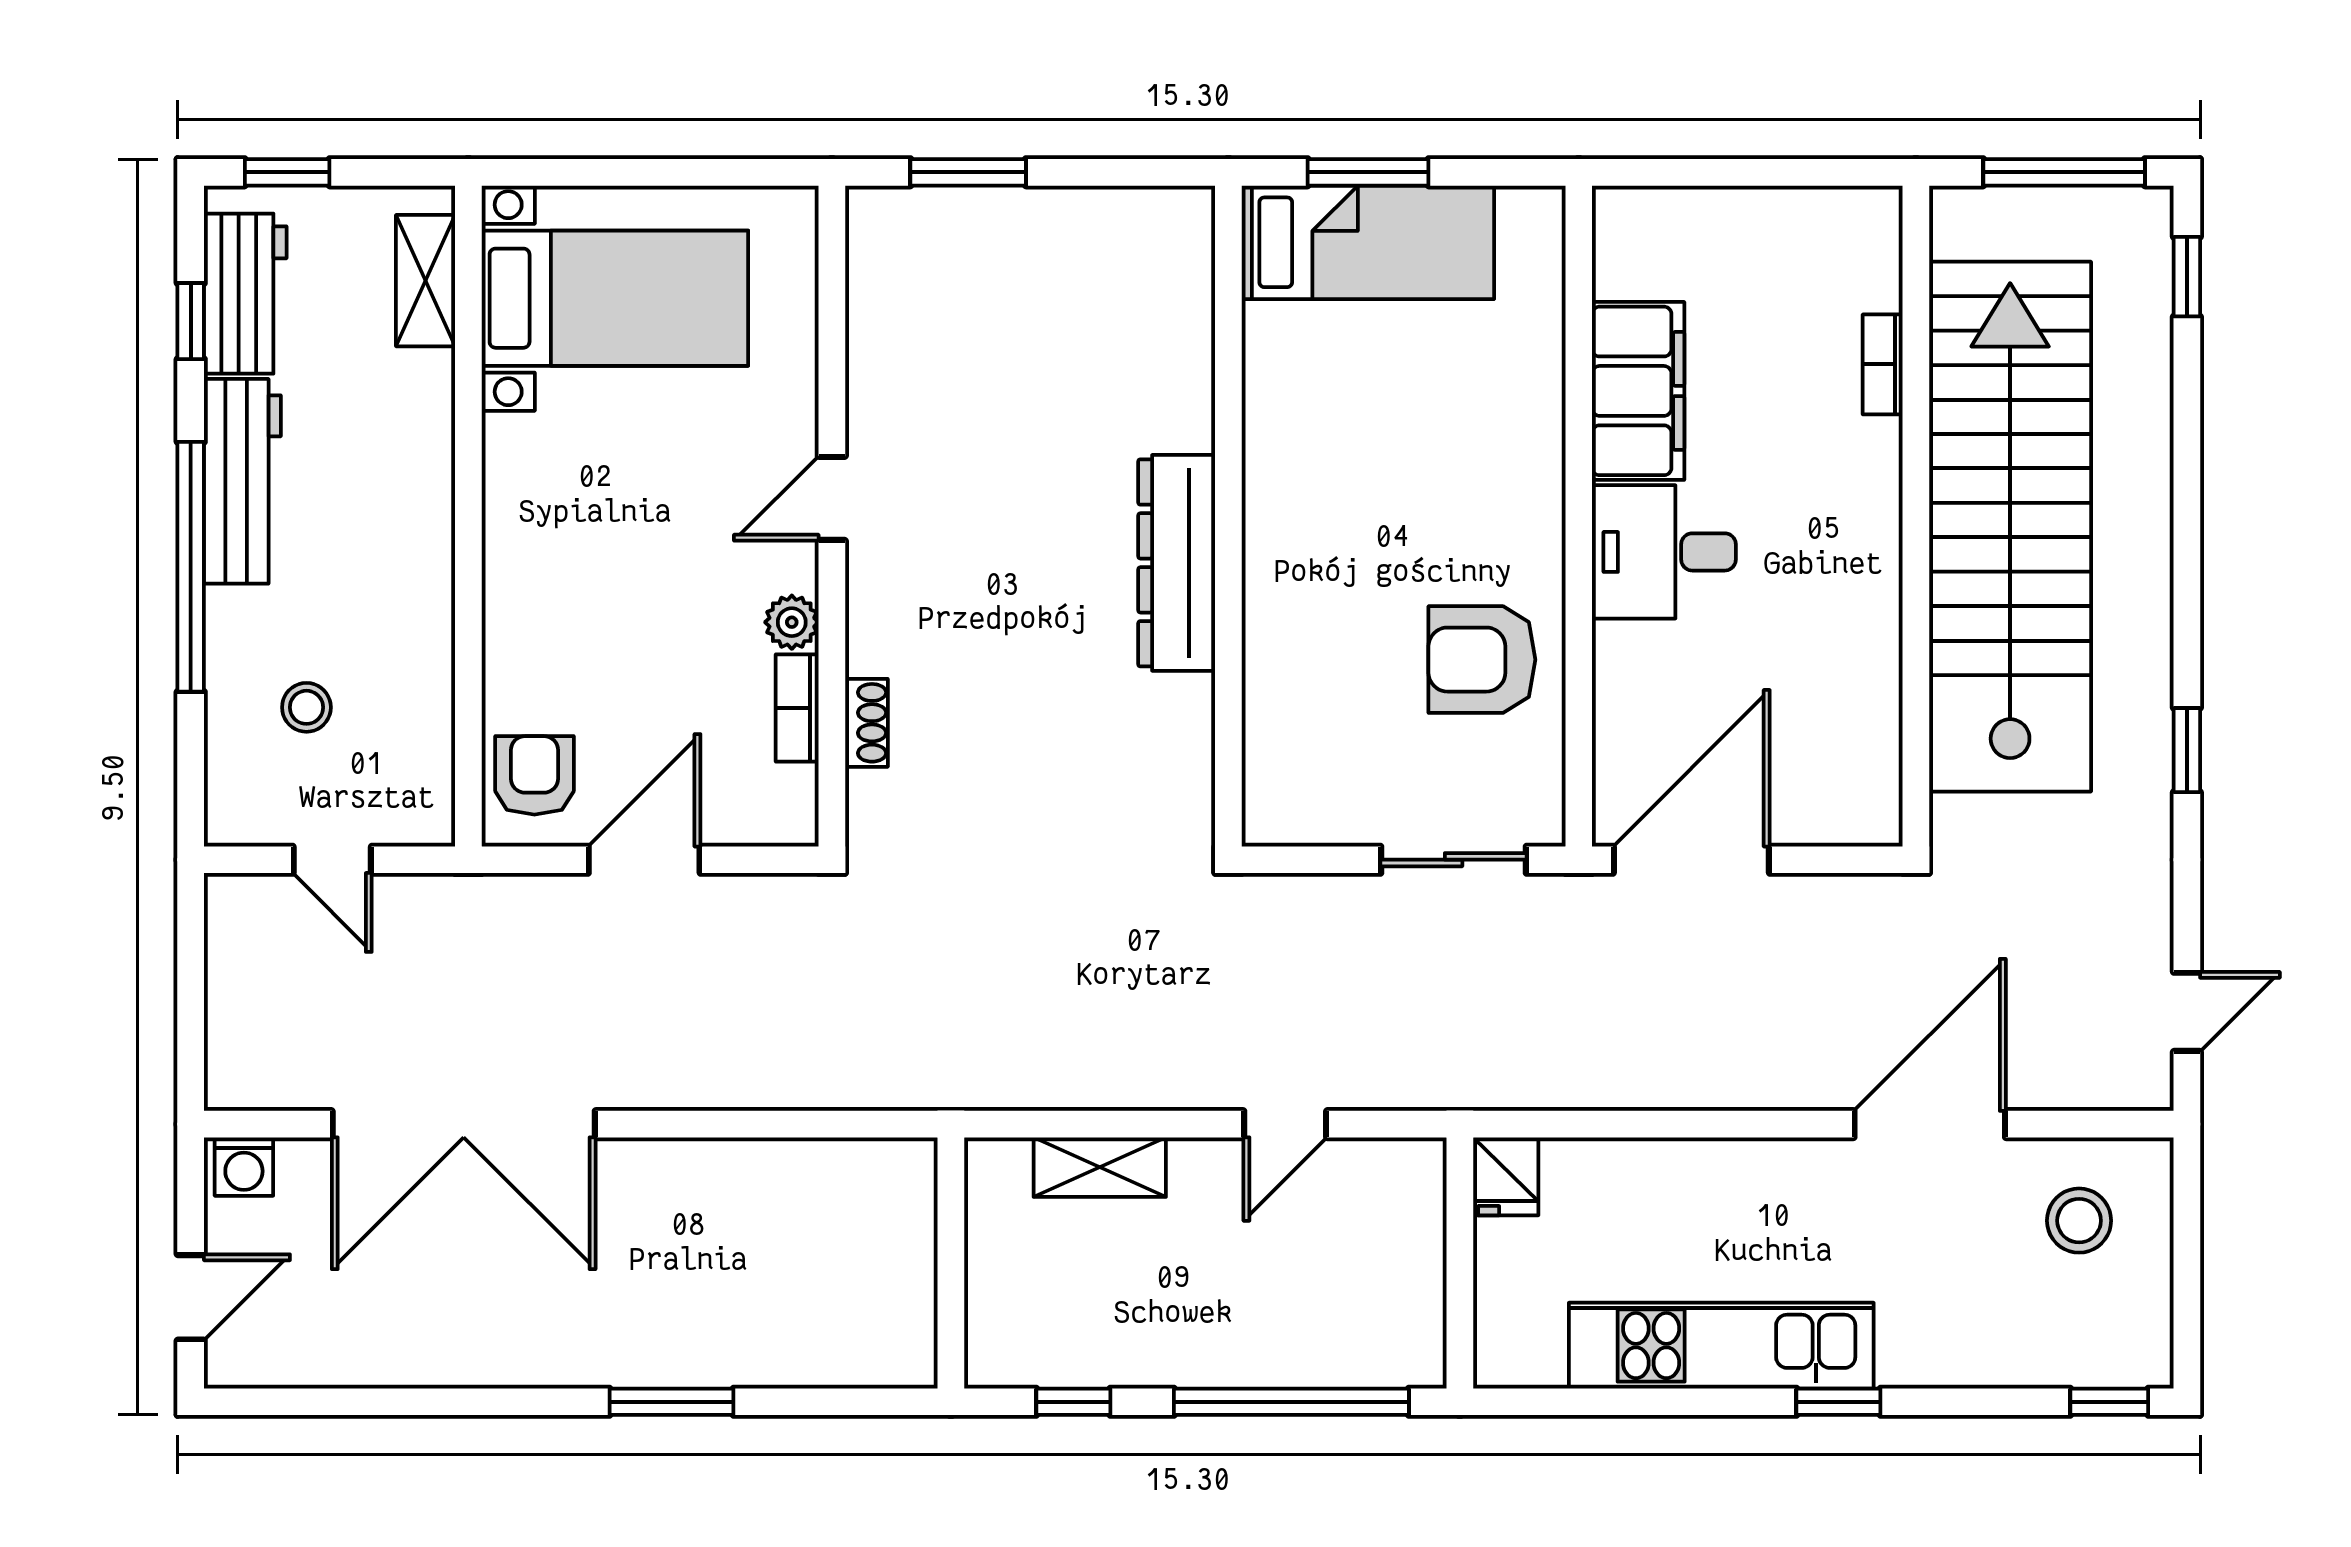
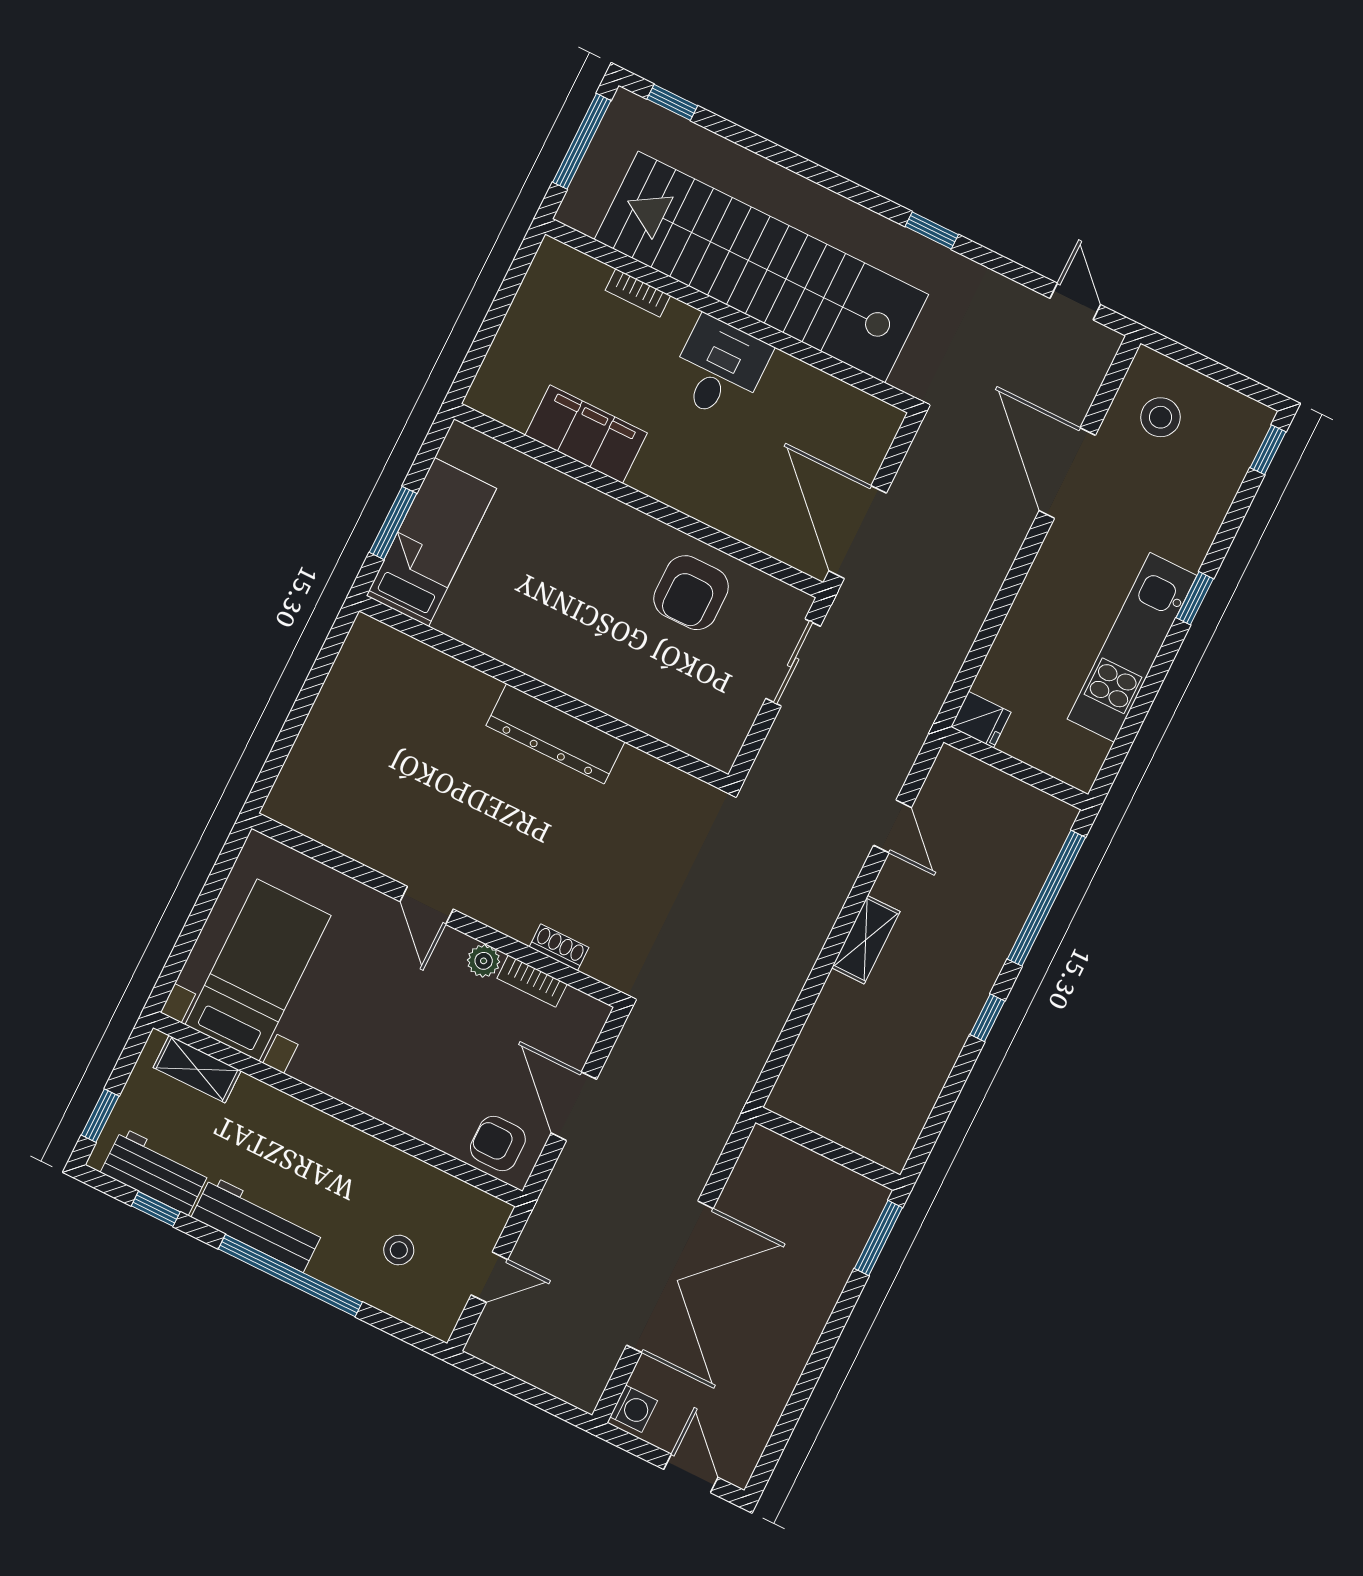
window: (968, 172) -> (285, 742), removed
desk: (1664, 552) -> (719, 369), moved, turned 180
wall: (951, 1263) -> (828, 1149), moved

